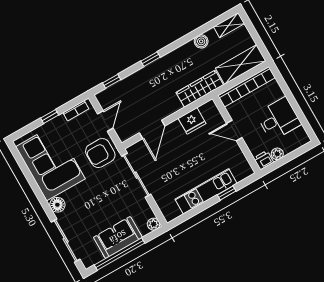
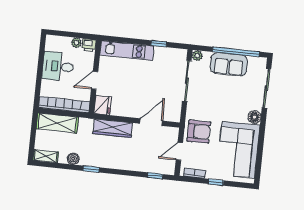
window: (151, 59) -> (91, 169), moved
wardrobe: (200, 89) -> (113, 128), moved
fridge: (192, 121) -> (103, 105), moved, turned 90
door: (234, 131) -> (95, 80), swing flipped
sliding door: (136, 175) -> (187, 81), moved
kitchen unit: (206, 191) -> (127, 50), moved
window: (227, 193) -> (159, 44), moved

